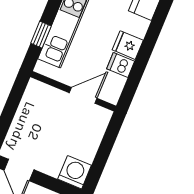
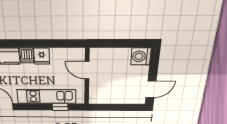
dishwasher: (121, 65) -> (27, 55), moved

